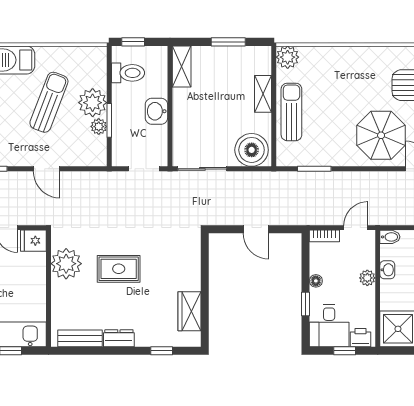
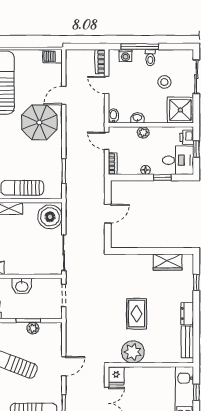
plant: (93, 103) -> (16, 333), removed

